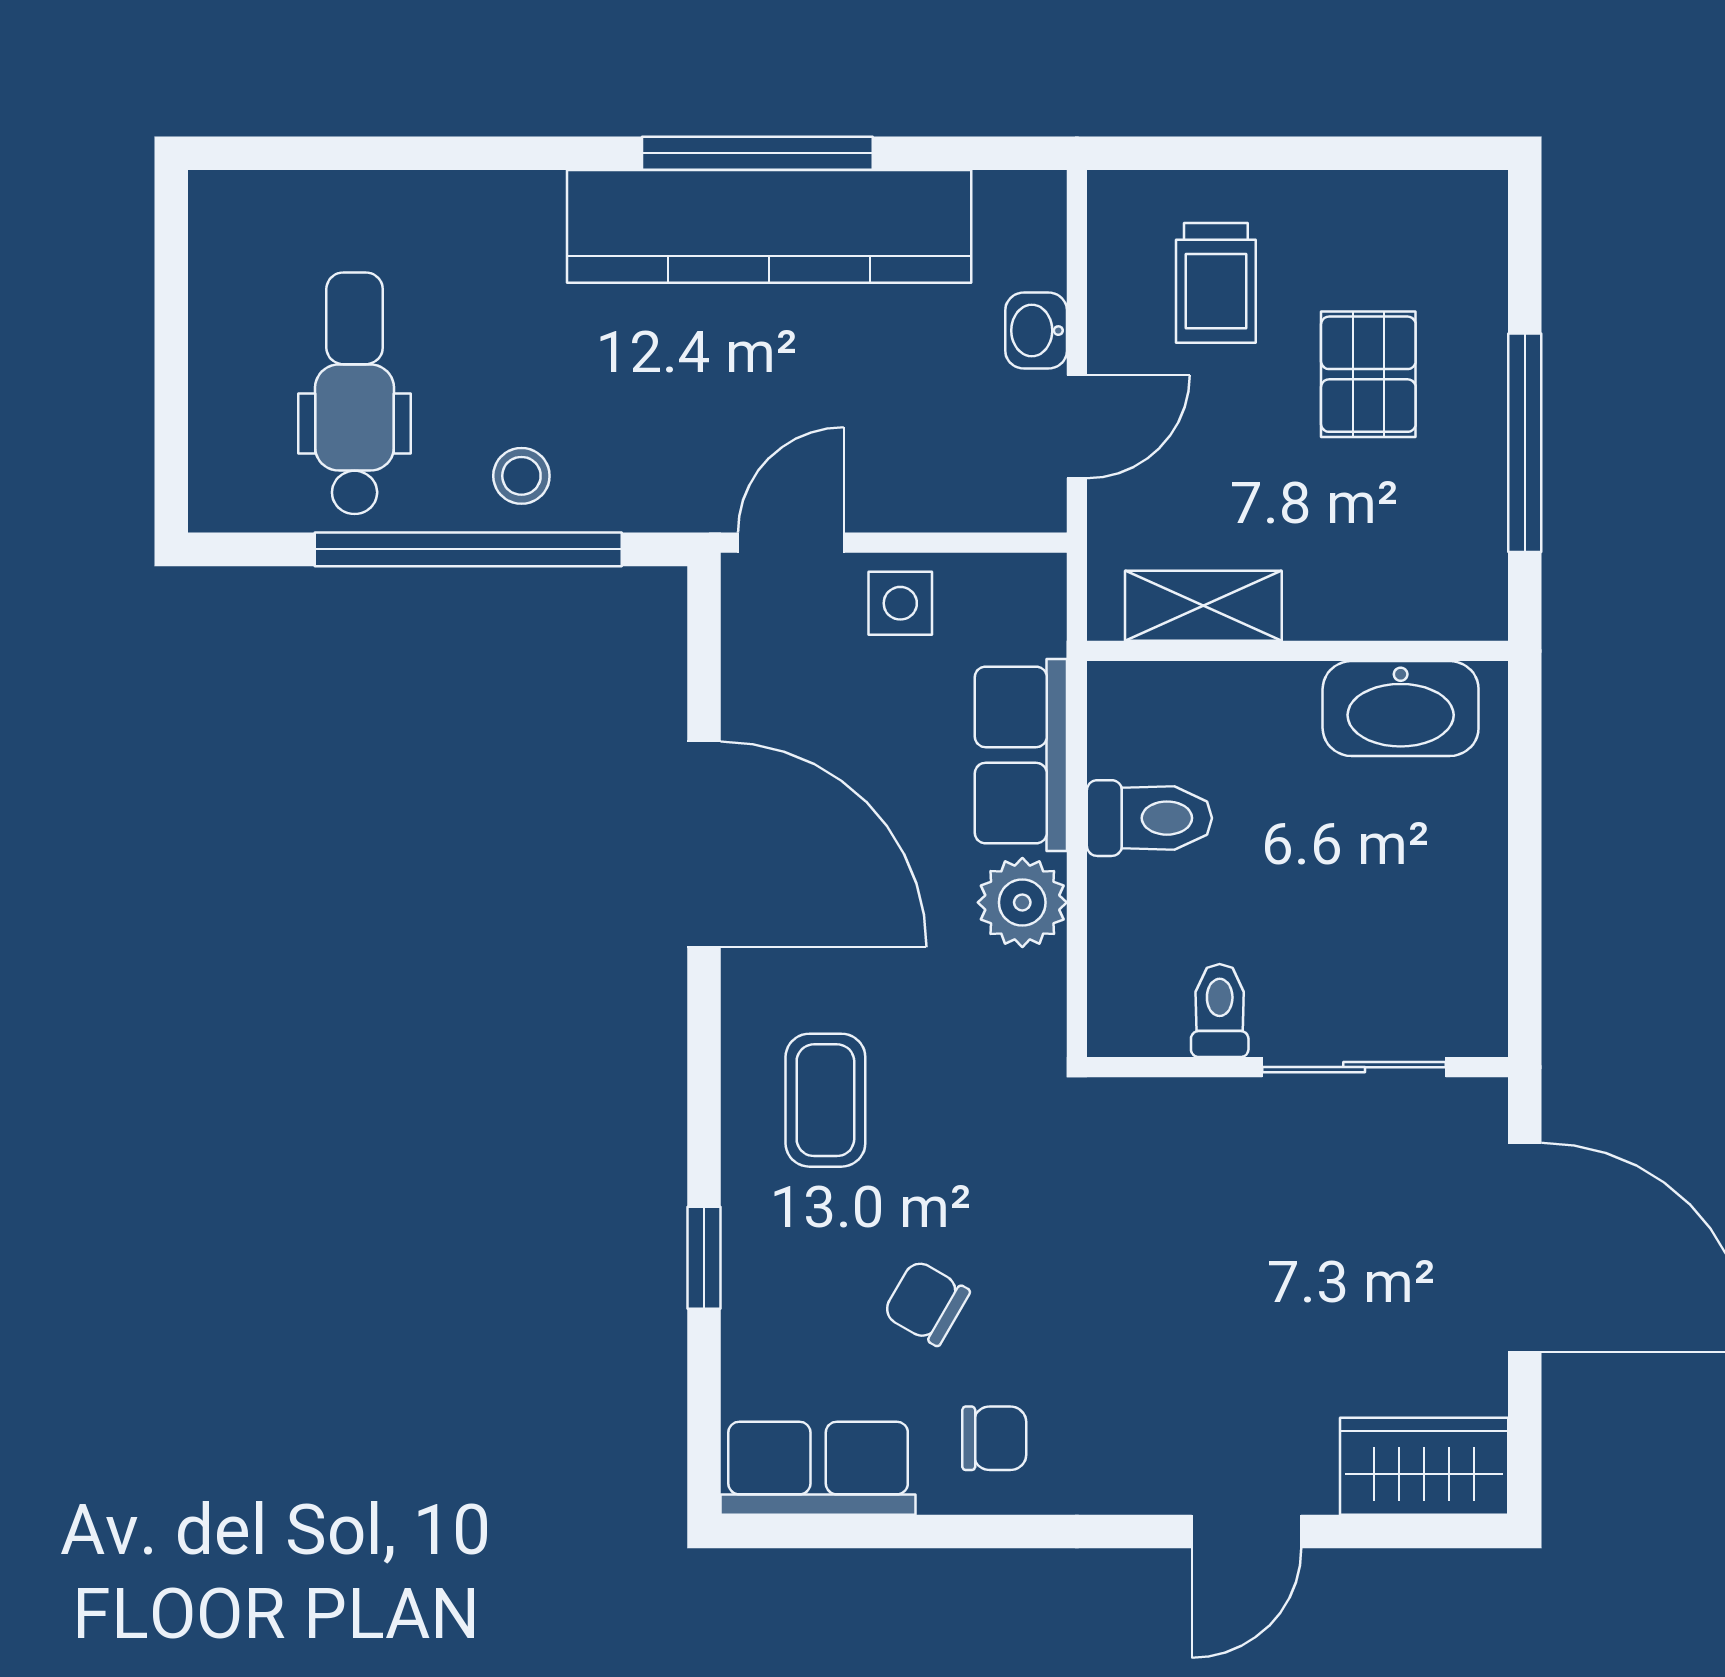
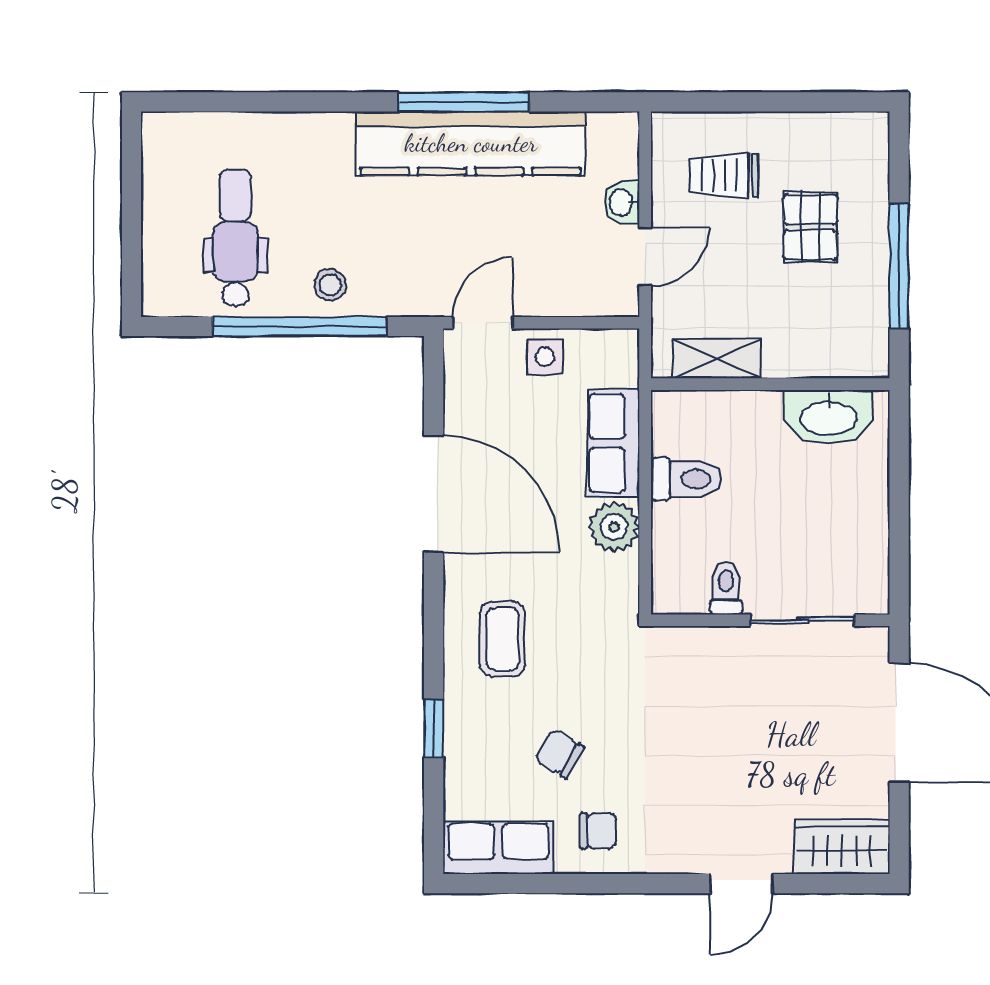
trolley: (1216, 283) -> (724, 175), turned 90

